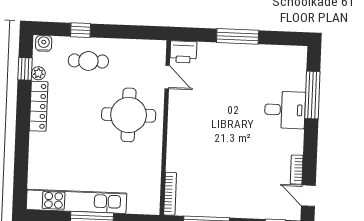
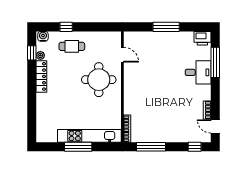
printer: (183, 52) -> (202, 38), moved
kitchen unit: (76, 201) -> (89, 136), moved

